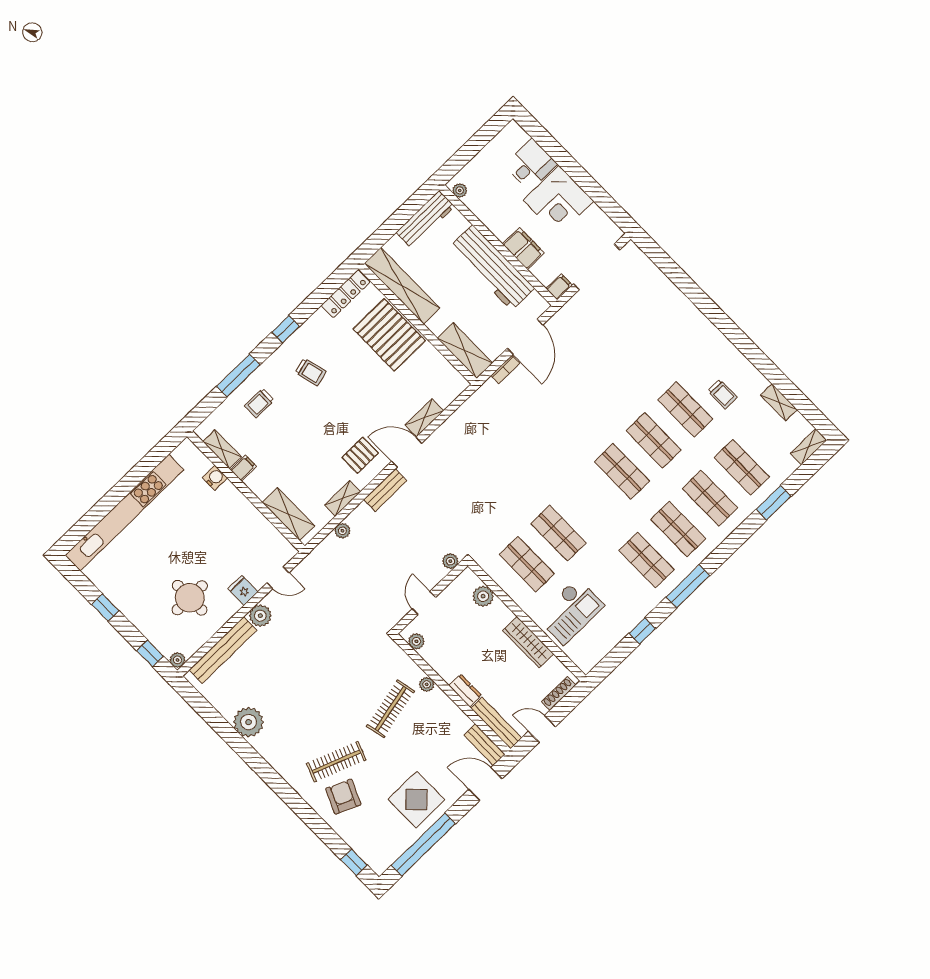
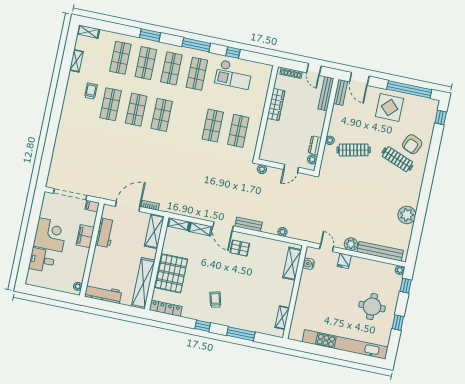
workbench: (492, 268) -> (105, 233), width x0.53, depth x0.76
trolley: (259, 403) -> (247, 314), removed
filing cabinet: (243, 468) -> (284, 301), removed
water cooler: (215, 478) -> (309, 264), moved
shelving: (342, 499) -> (179, 224), moved
window: (774, 503) -> (150, 35), moved
plant: (483, 596) -> (268, 142), removed
round table: (190, 598) -> (372, 307), moved
checkout: (570, 611) -> (234, 74), moved, turned 180
dresser: (465, 691) -> (315, 145), moved

